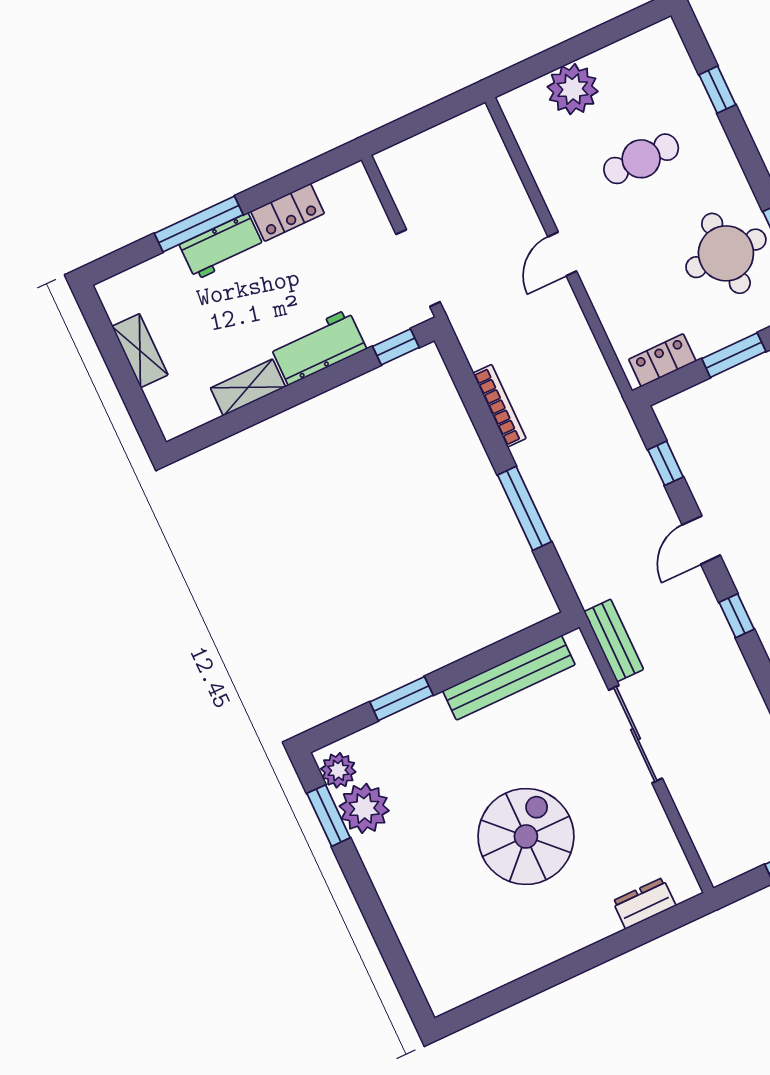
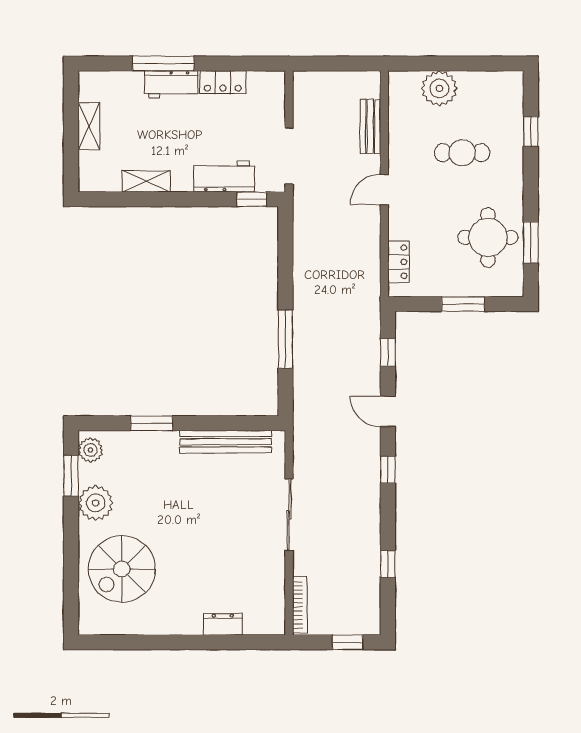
workbench: (318, 347) -> (224, 177), moved
locker: (662, 360) -> (399, 262), moved, turned 90
bookcase: (500, 406) -> (300, 605), moved
door: (701, 540) -> (388, 411), hinge flipped
bench: (614, 640) -> (370, 126), moved
plant: (364, 808) -> (96, 503), moved
spiral stairs: (526, 836) -> (122, 569), moved, turned 180
dresser: (644, 903) -> (223, 624), moved

